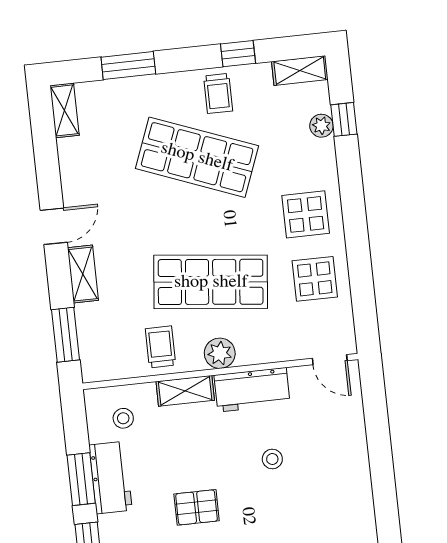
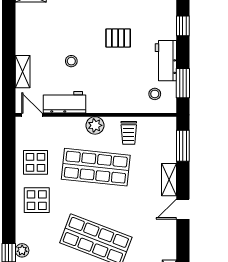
workbench: (252, 390) -> (65, 102), moved
shelving: (185, 391) -> (23, 72), moved, turned 90
window: (81, 479) -> (183, 83), moved

